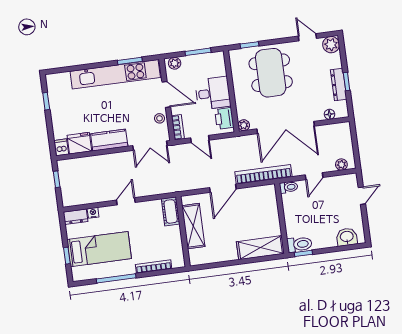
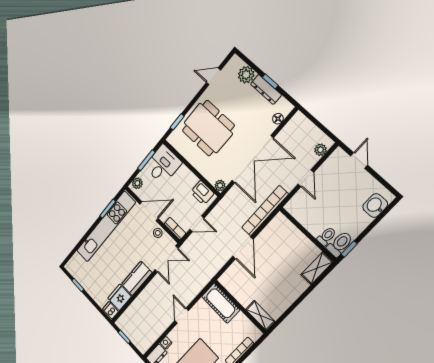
plant: (331, 45) -> (246, 75), moved
desk: (213, 93) -> (163, 165), moved
toilet: (289, 187) -> (327, 236), moved
cot: (171, 211) -> (221, 303), width x1.37, depth x1.34
shelving: (193, 226) -> (260, 315), moved, width x0.67, depth x0.75
shelving: (260, 248) -> (317, 268), width x0.67, depth x0.75

